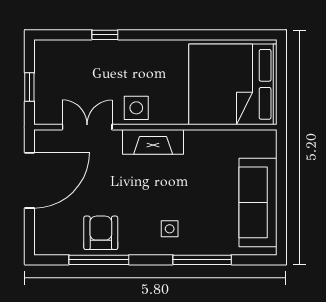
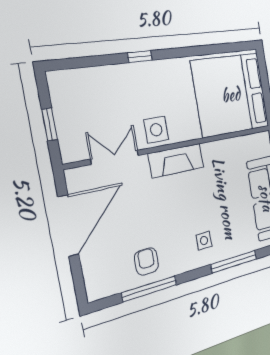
window: (105, 35) -> (140, 57), moved
armchair: (101, 233) -> (146, 261), width x0.72, depth x0.72

